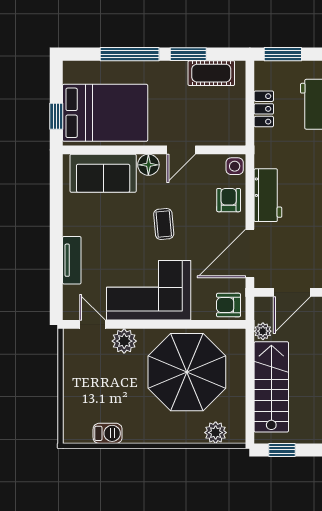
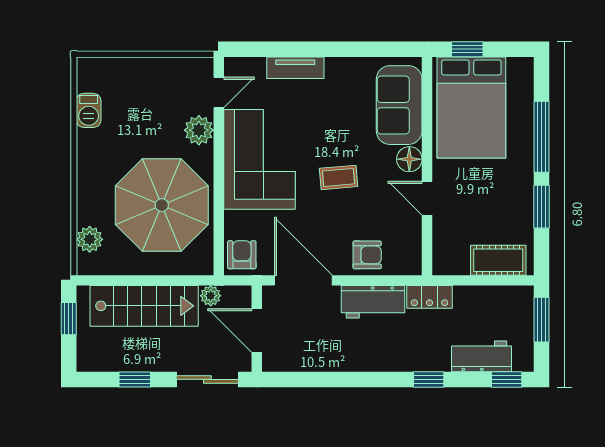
cot: (211, 73) -> (498, 260), moved, turned 90
locker: (264, 109) -> (429, 297), moved
side table: (235, 166) -> (408, 262), removed

